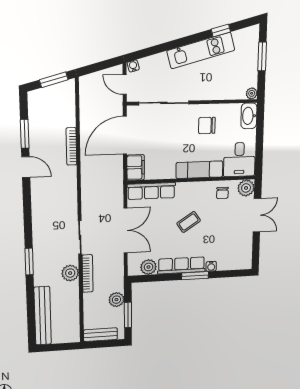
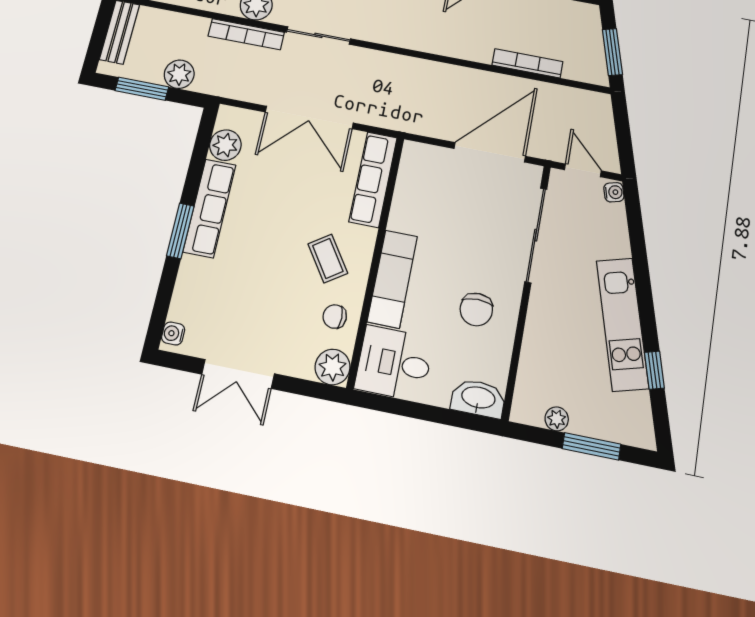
door: (125, 85) -> (583, 170), hinge flipped
plant: (252, 93) -> (557, 419), moved
chair: (207, 125) -> (476, 309), turned 180
door: (125, 135) -> (490, 152), hinge flipped
bookcase: (71, 146) -> (527, 63), moved
filing cabinet: (136, 167) -> (425, 159), removed
double door: (257, 215) -> (238, 374), moved
coffee table: (189, 222) -> (328, 258), moved
water cooler: (211, 266) -> (173, 334), moved

